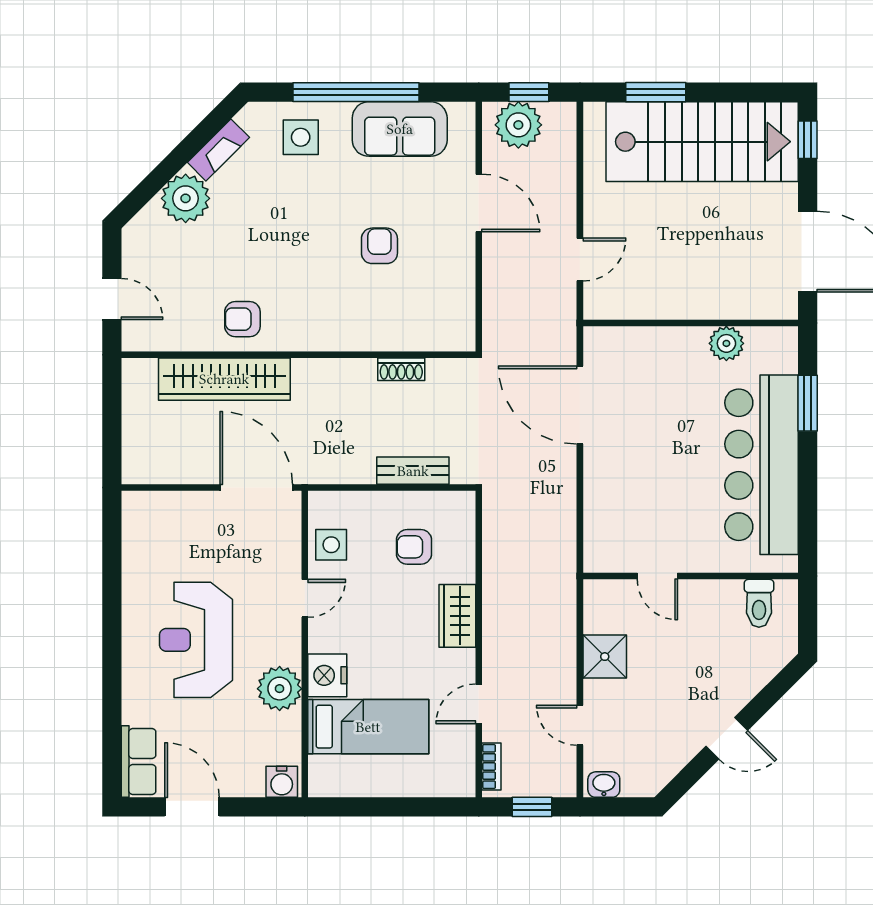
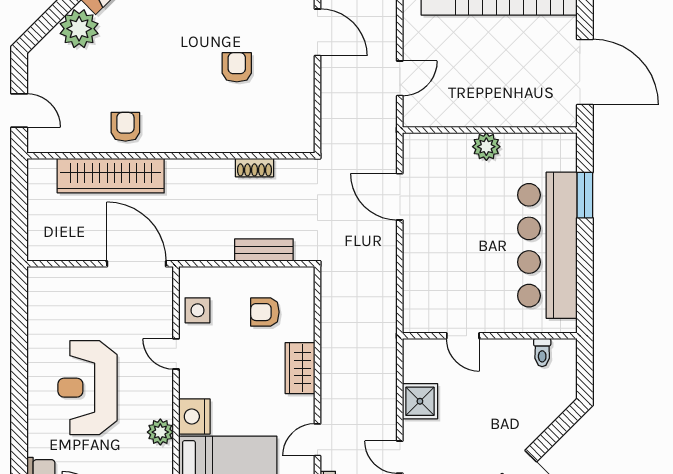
armchair: (242, 319) -> (125, 127), turned 90
plant: (726, 343) -> (486, 147), moved
door: (580, 405) -> (400, 197), width x0.73
door: (305, 598) -> (176, 354), swing flipped
toilet: (759, 603) -> (542, 352), width x0.73, depth x0.72
plant: (280, 689) -> (160, 432), width x0.73, depth x0.73

